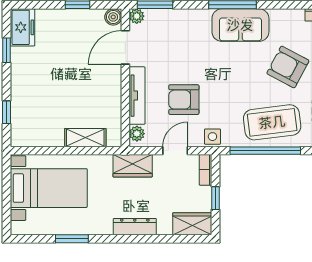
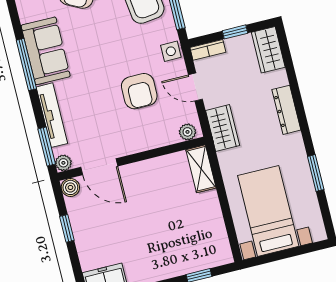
tv unit: (137, 96) -> (52, 115), moved, turned 90
shelving: (85, 138) -> (201, 169), moved

